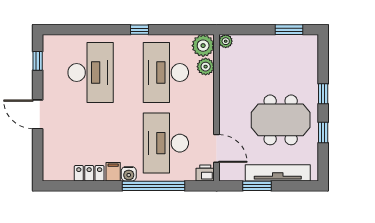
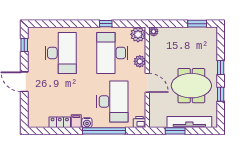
window: (139, 30) -> (106, 24), moved
plant: (206, 67) -> (140, 61), moved
desk: (166, 143) -> (112, 102), turned 180
door: (217, 148) -> (147, 83), moved

